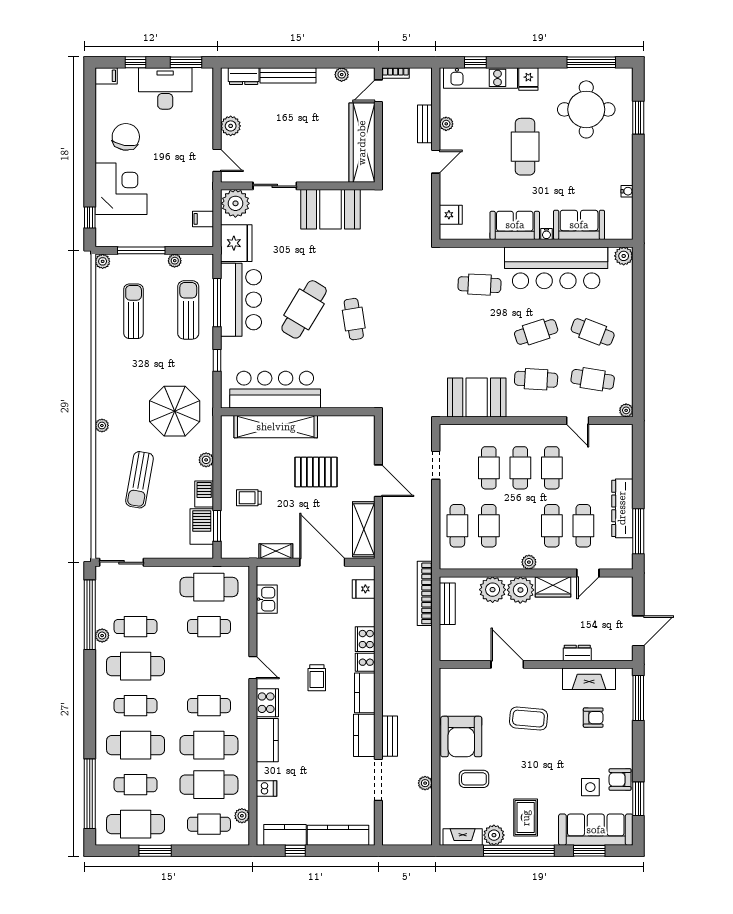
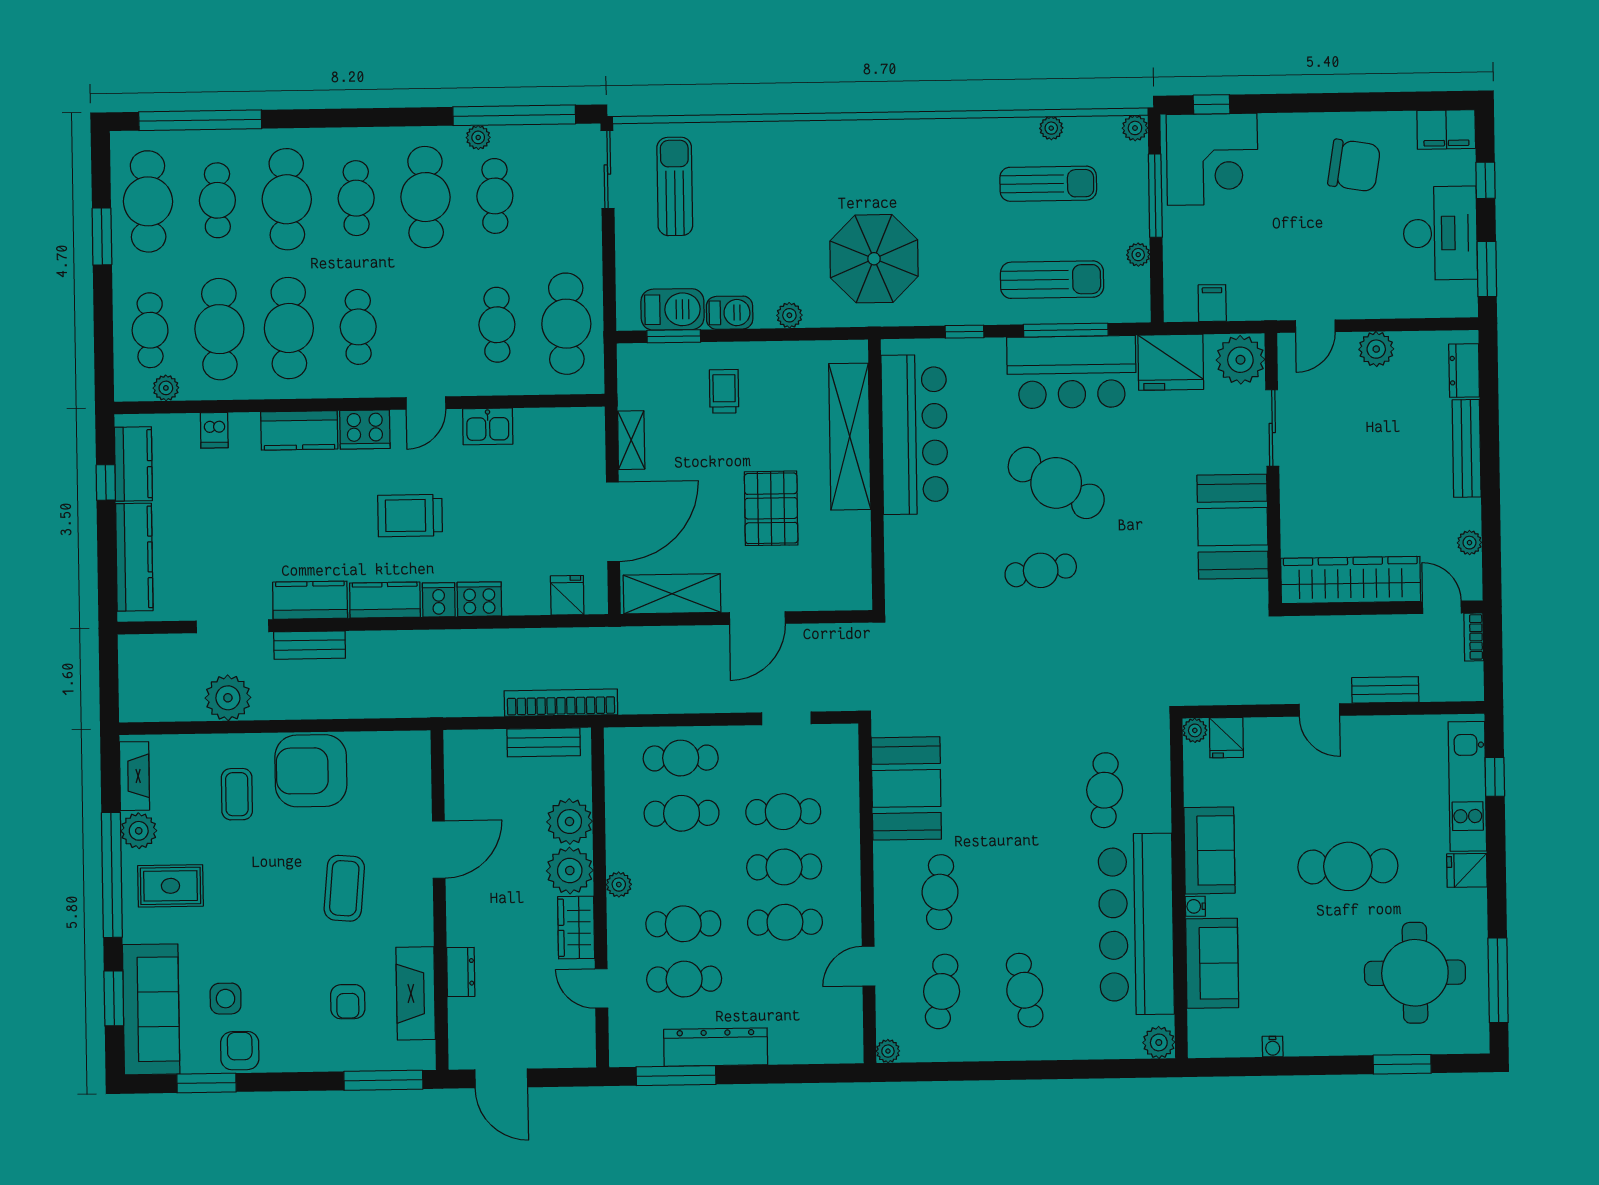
filing cabinet: (106, 76) -> (1446, 129), width x2.00
plant: (446, 124) -> (1195, 730), moved
corner desk: (121, 189) -> (1212, 159), moved
cafe table: (536, 332) -> (1023, 891), removed
cafe table: (593, 332) -> (1025, 990), turned -33
plant: (102, 425) -> (1051, 128), moved
sun lounger: (139, 480) -> (675, 186), moved, turned 80
kitchen sink: (267, 599) -> (488, 426), moved
trolley: (317, 678) -> (410, 516), width x1.36, depth x1.39
plant: (425, 783) -> (228, 698), width x1.88, depth x1.88

